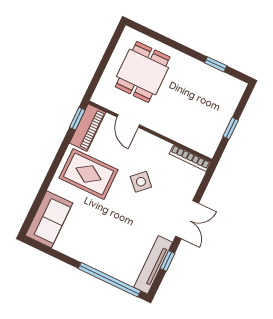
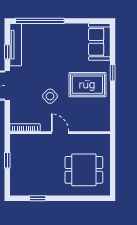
dining table: (143, 72) -> (84, 170), turned 90
window: (77, 119) -> (113, 73), moved
door: (128, 121) -> (60, 133), moved
piano: (88, 128) -> (103, 115), removed

